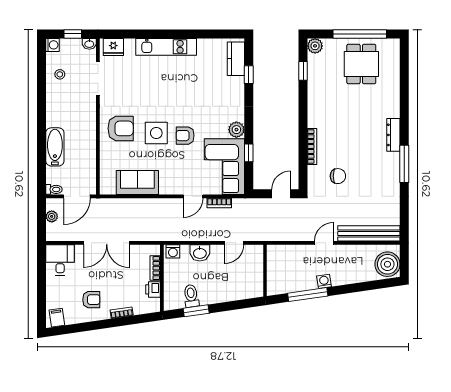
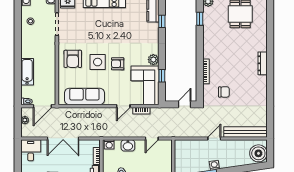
armchair: (121, 128) -> (73, 59), turned 90
window: (404, 164) -> (270, 84), removed
sofa: (137, 182) -> (84, 96), width x1.36

